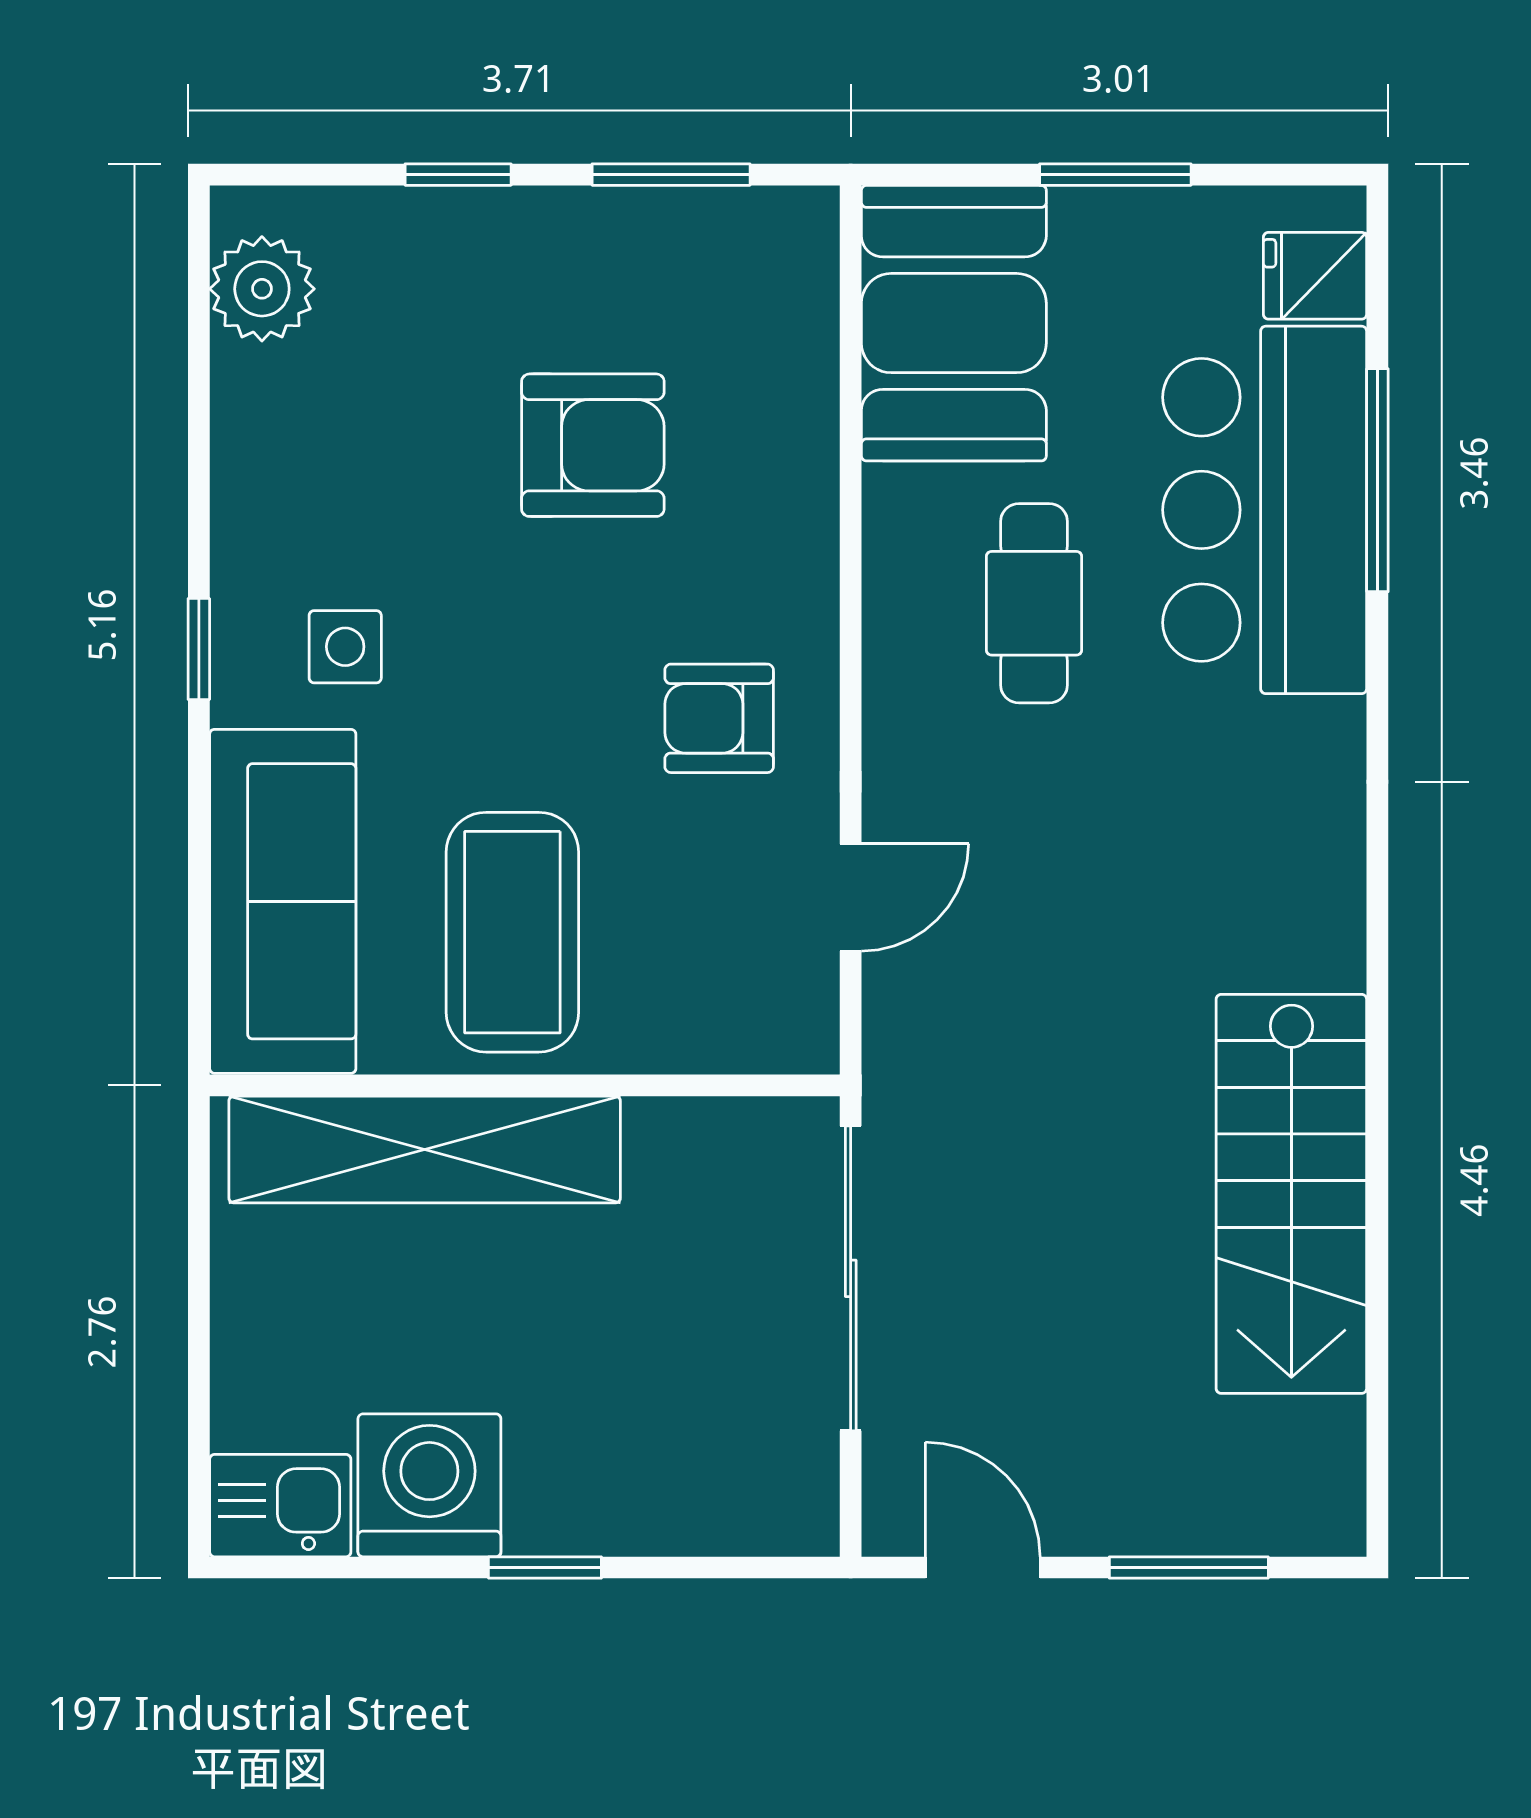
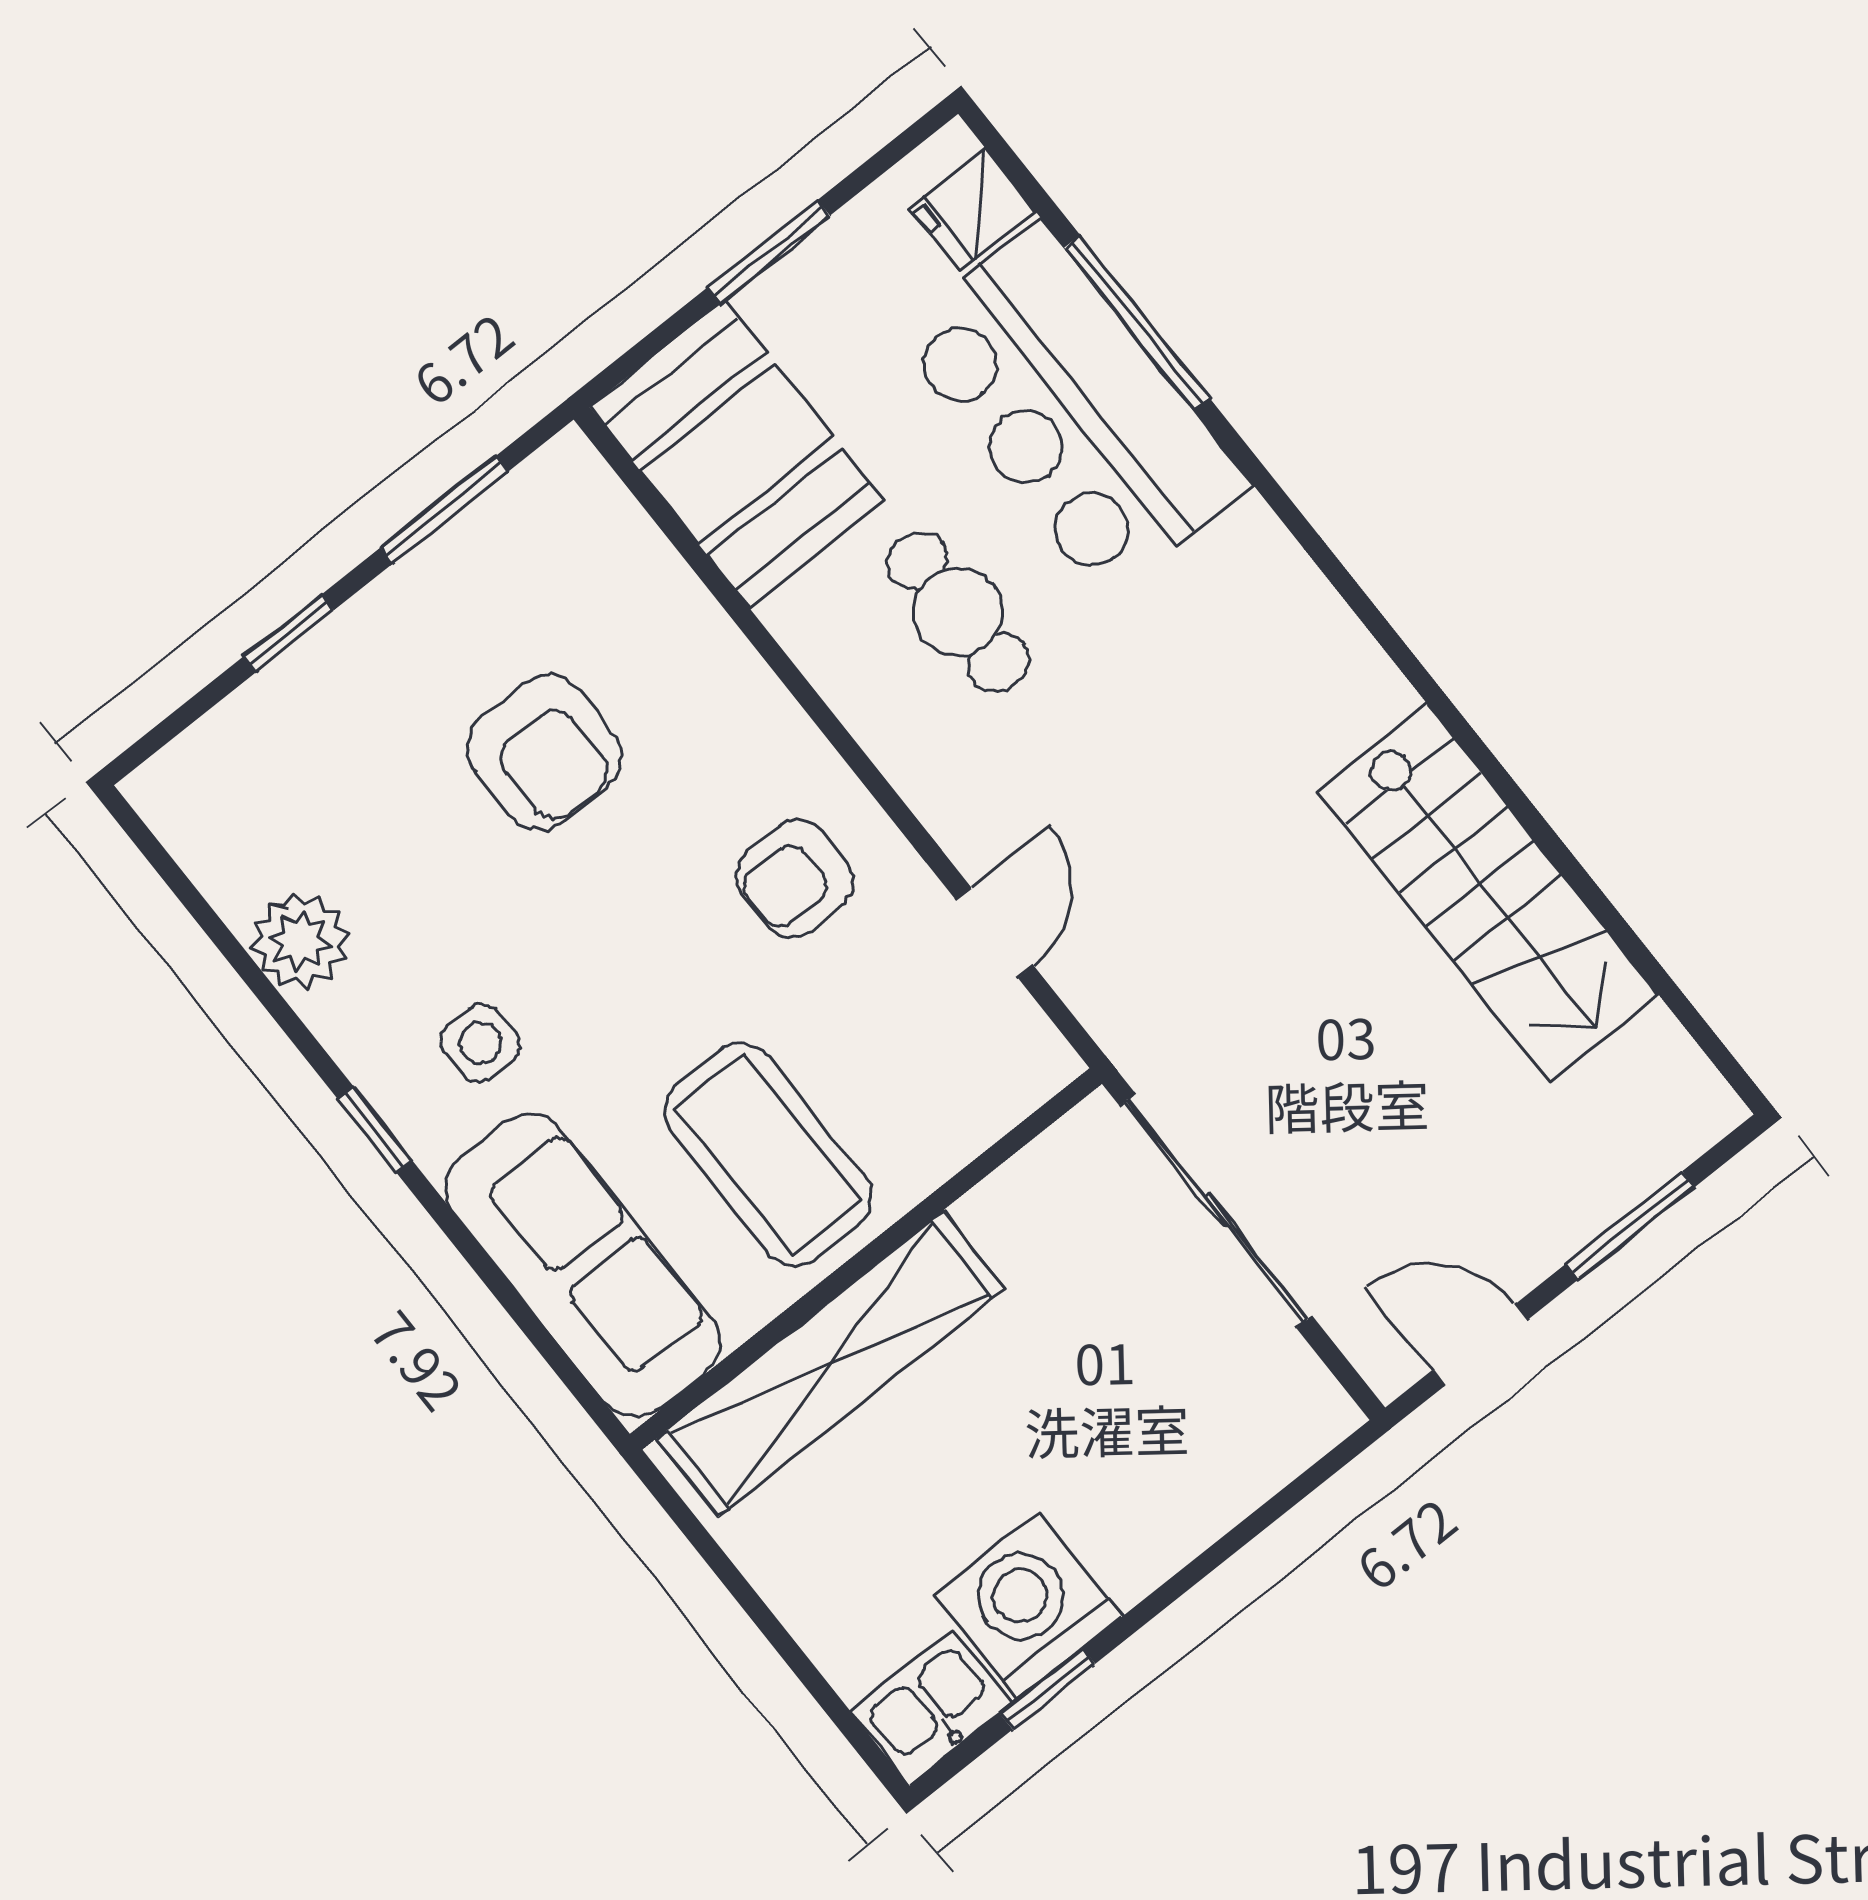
plant: (262, 289) -> (300, 941), moved
armchair: (593, 445) -> (544, 752), turned 90
window: (545, 1568) -> (1048, 1689), moved

